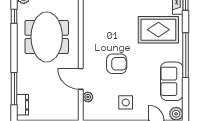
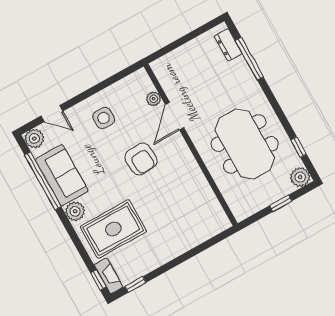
plant: (176, 54) -> (75, 211), added
window: (186, 55) -> (43, 181), moved
armchair: (117, 64) -> (141, 159), turned -94
door: (81, 79) -> (175, 116), swing flipped

